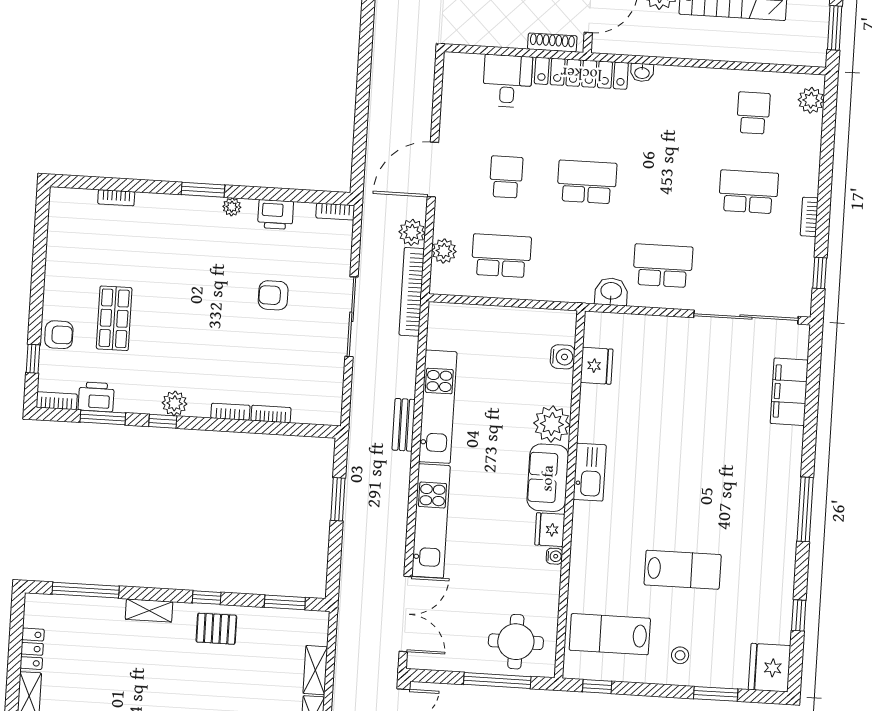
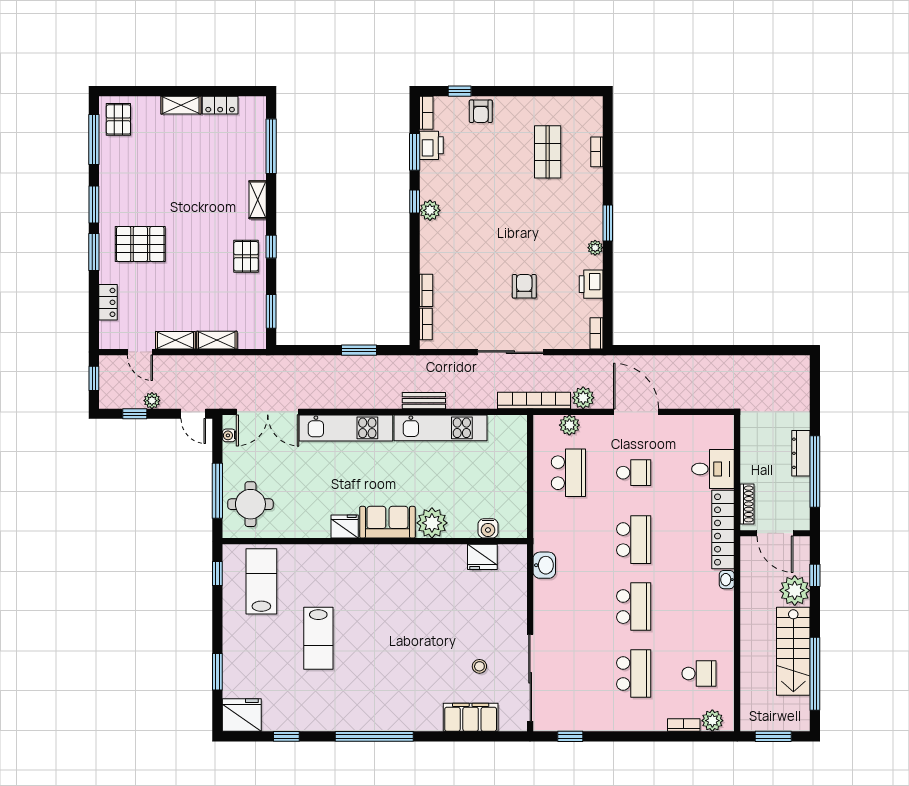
bookcase: (809, 217) -> (684, 725), moved
school desk: (663, 266) -> (634, 607), moved
shop shelf: (114, 318) -> (548, 152), moved, turned 90
bookcase: (230, 412) -> (426, 324), moved
kitchen sink: (590, 472) -> (394, 557), removed
window: (805, 509) -> (374, 736), width x1.46
water cooler: (554, 556) -> (229, 435), moved, turned 90
stool: (680, 655) -> (479, 666), moved

